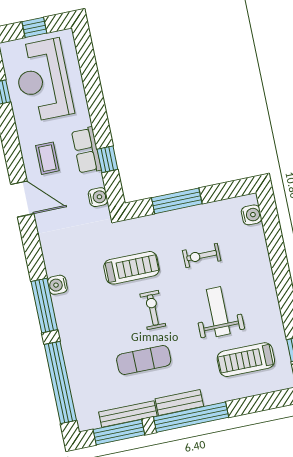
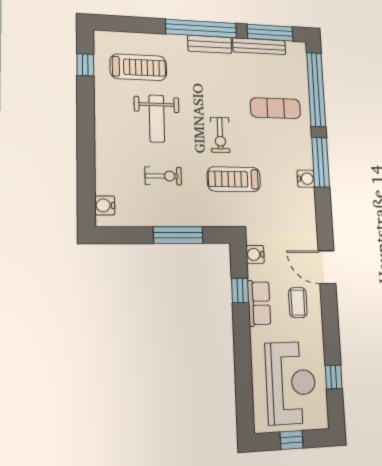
exercise mat: (144, 360) -> (275, 108), moved

